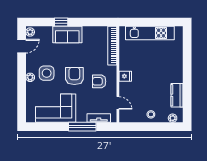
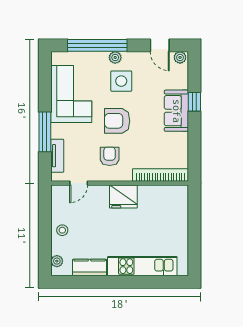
kitchen unit: (150, 33) -> (142, 266), moved, turned 90
armchair: (74, 76) -> (117, 121), turned 180
fridge: (125, 76) -> (123, 197), width x1.88, depth x1.34
window: (22, 90) -> (97, 45), added

